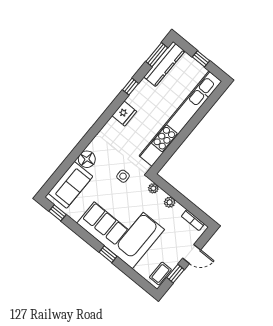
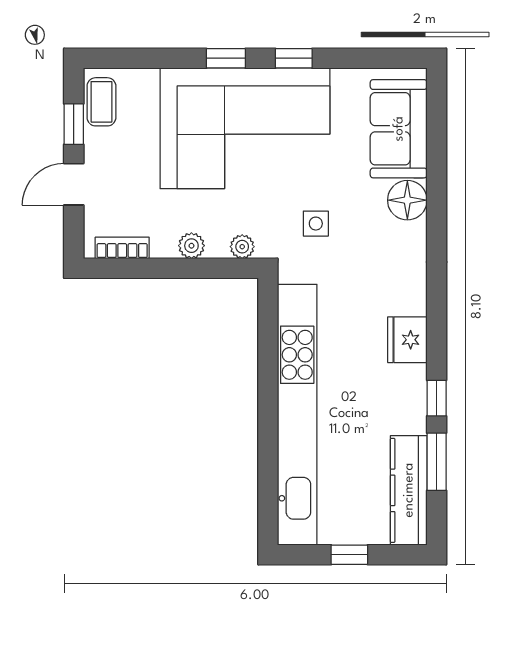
window: (157, 55) -> (437, 462), moved
window: (57, 213) -> (294, 58), moved

